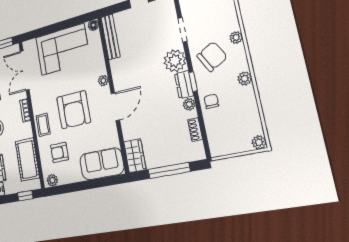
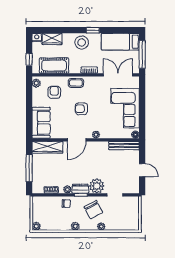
door: (115, 107) -> (77, 140), hinge flipped
armchair: (74, 110) -> (81, 109), width x0.53, depth x0.53
wardrobe: (135, 156) -> (47, 147), width x1.50

